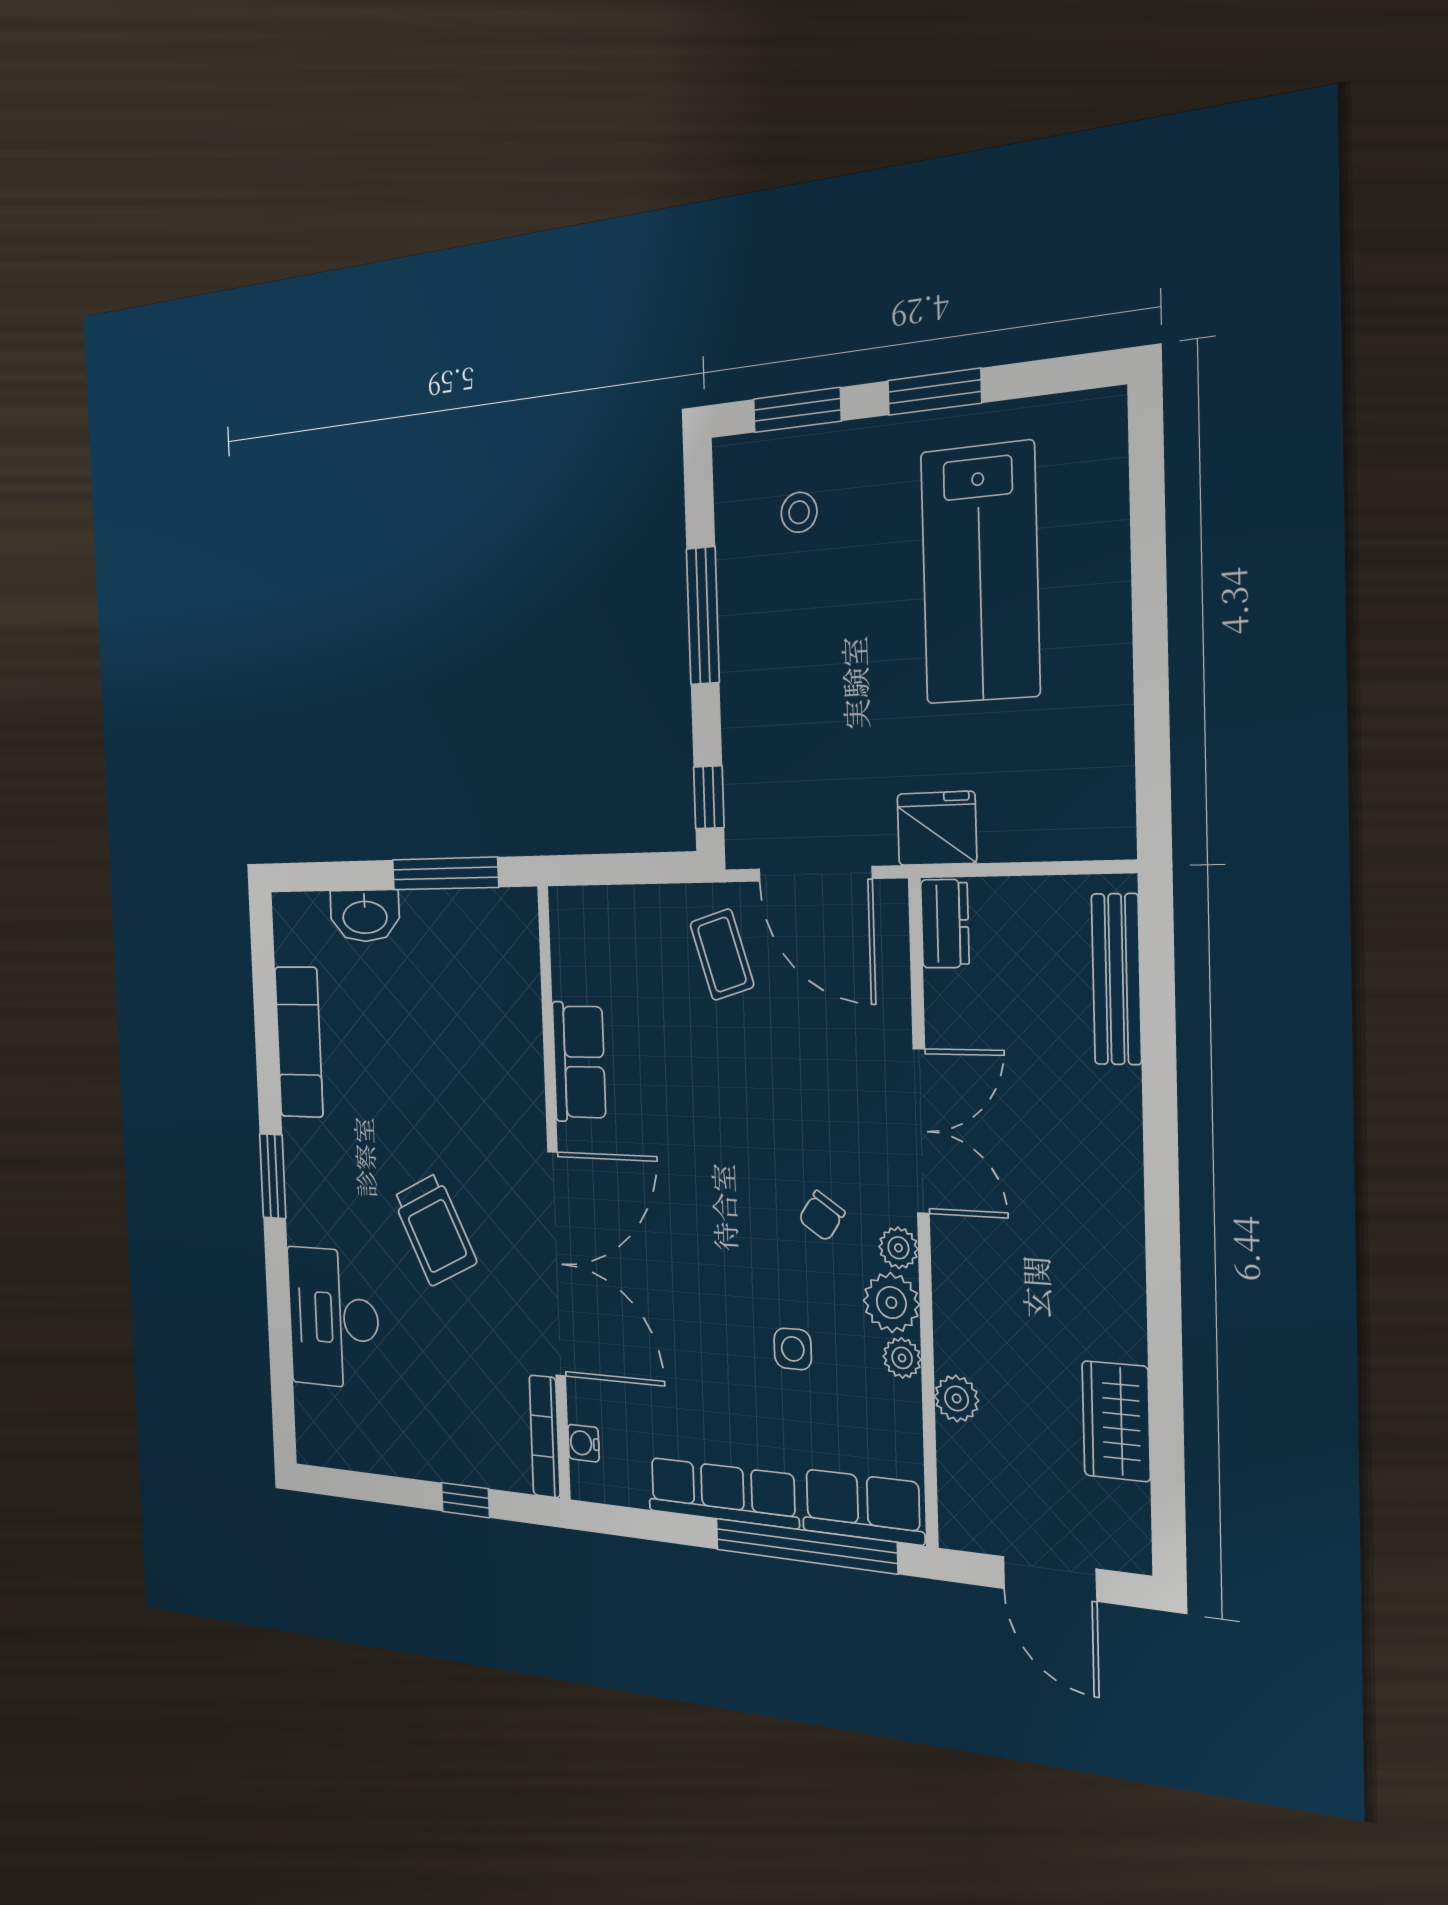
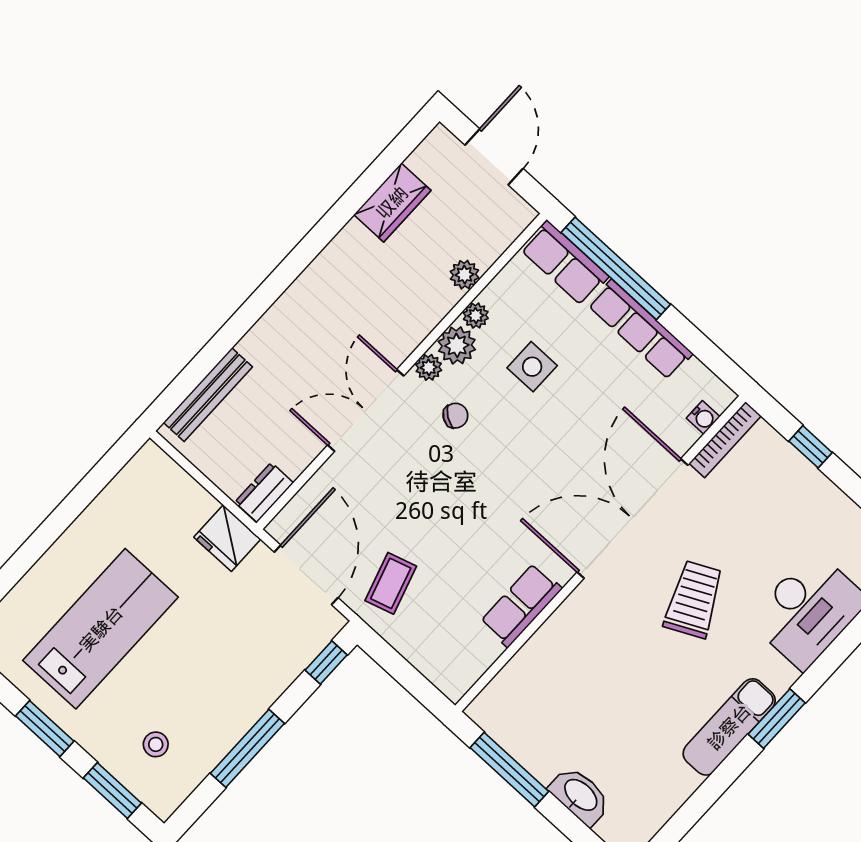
exam couch: (299, 1042) -> (729, 727), moved
side table: (793, 1349) -> (532, 367), width x1.37, depth x1.37

